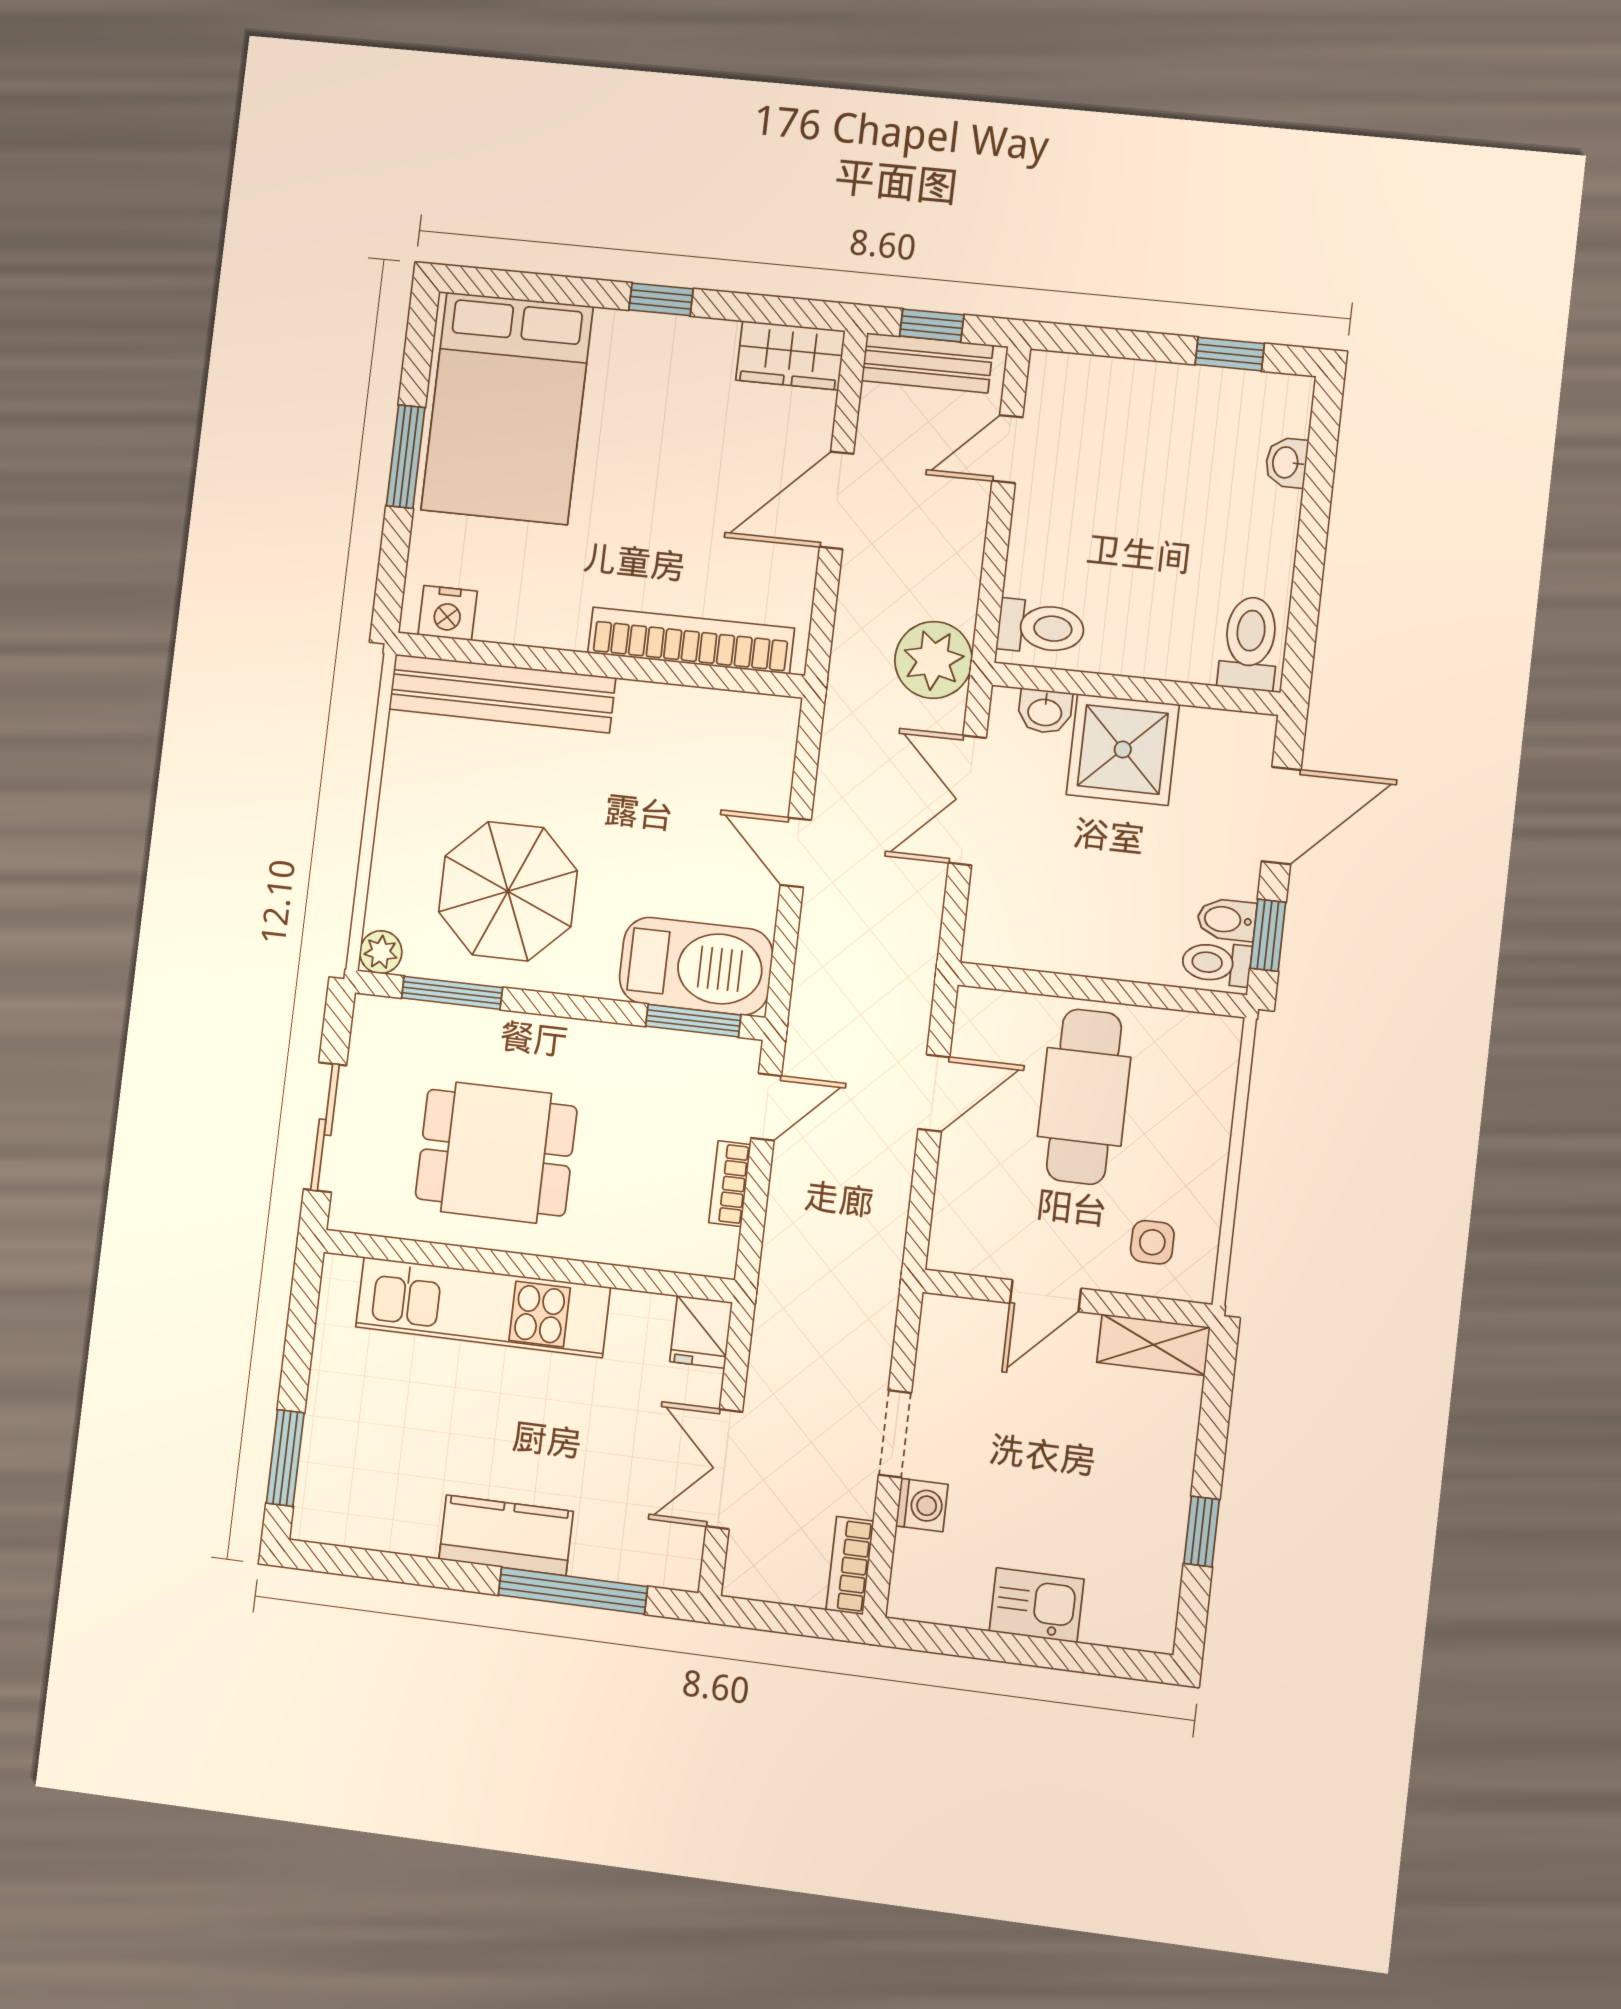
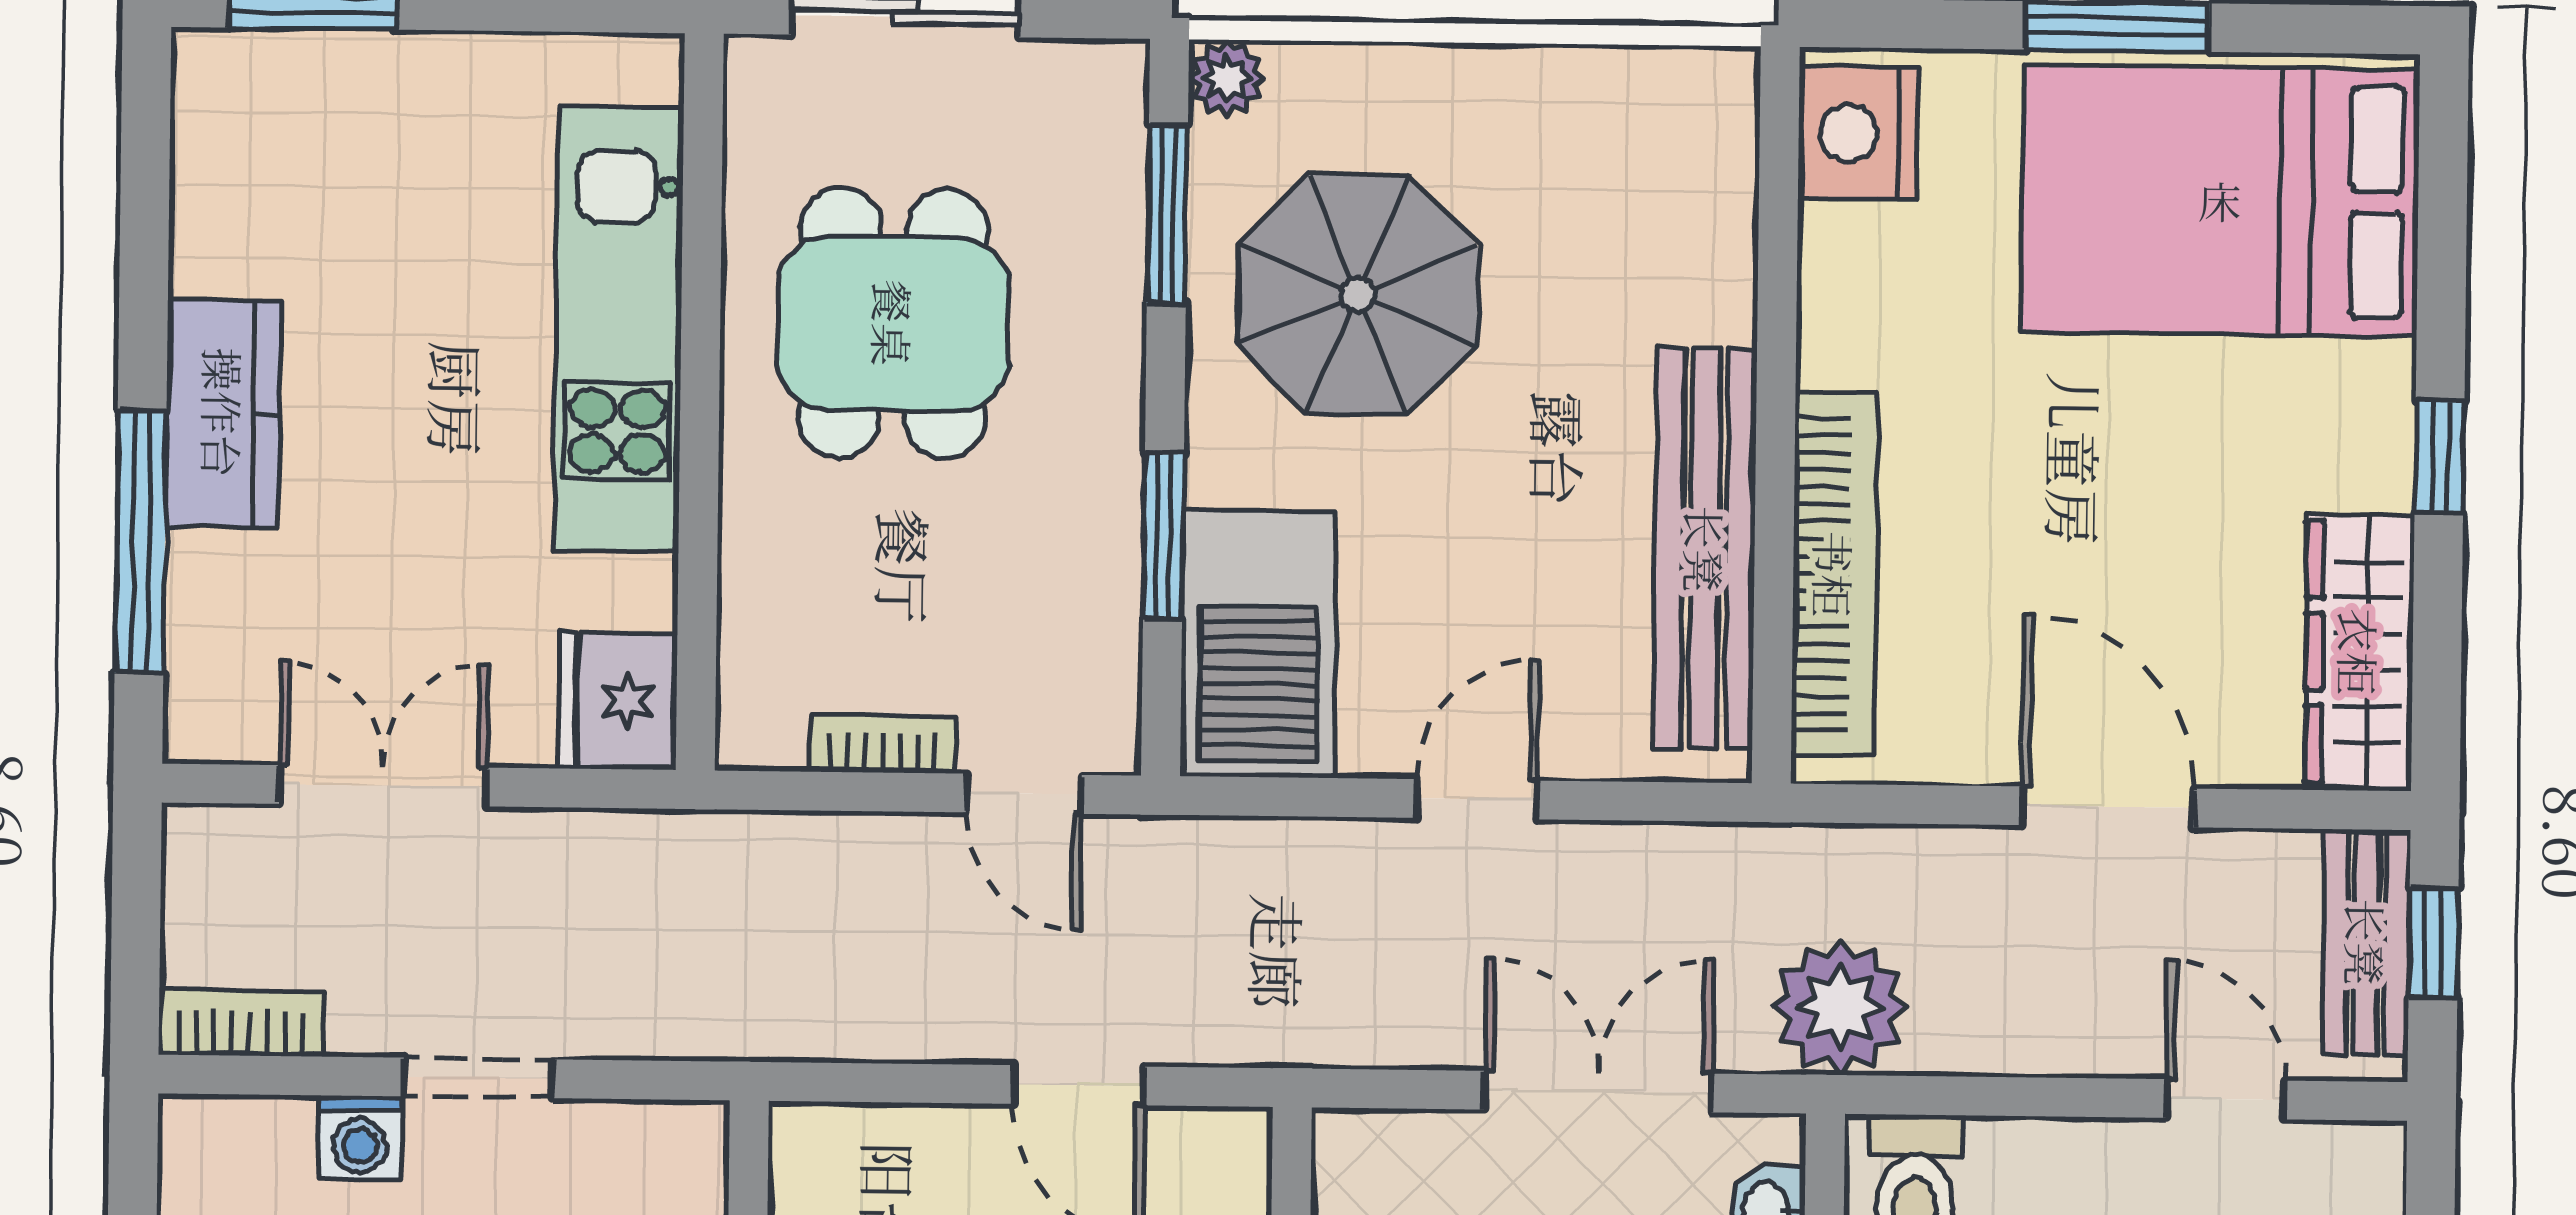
wardrobe: (790, 355) -> (2359, 652), width x1.50
nightstand: (448, 613) -> (1858, 133), width x1.36, depth x1.33
bench: (502, 693) -> (1705, 549), moved
window: (693, 1021) -> (1163, 536), moved
fridge: (701, 1332) -> (618, 701), width x1.38

